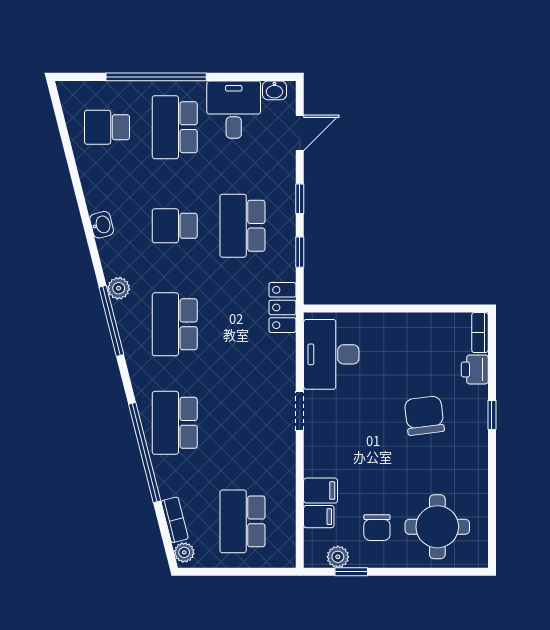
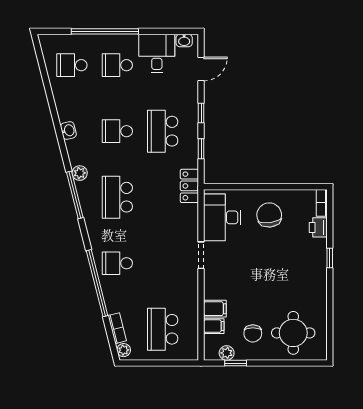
school desk: (175, 127) -> (117, 65), width x0.54
chair: (424, 416) -> (269, 215), moved
school desk: (175, 423) -> (117, 263), width x0.54

